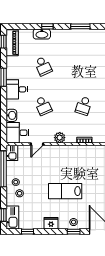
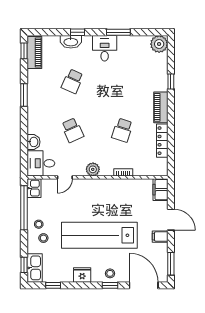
school desk: (43, 66) -> (72, 81), turned 48
desk: (17, 89) -> (105, 48), moved, turned 90
lab bench: (65, 191) -> (99, 235), width x1.86, depth x1.39

